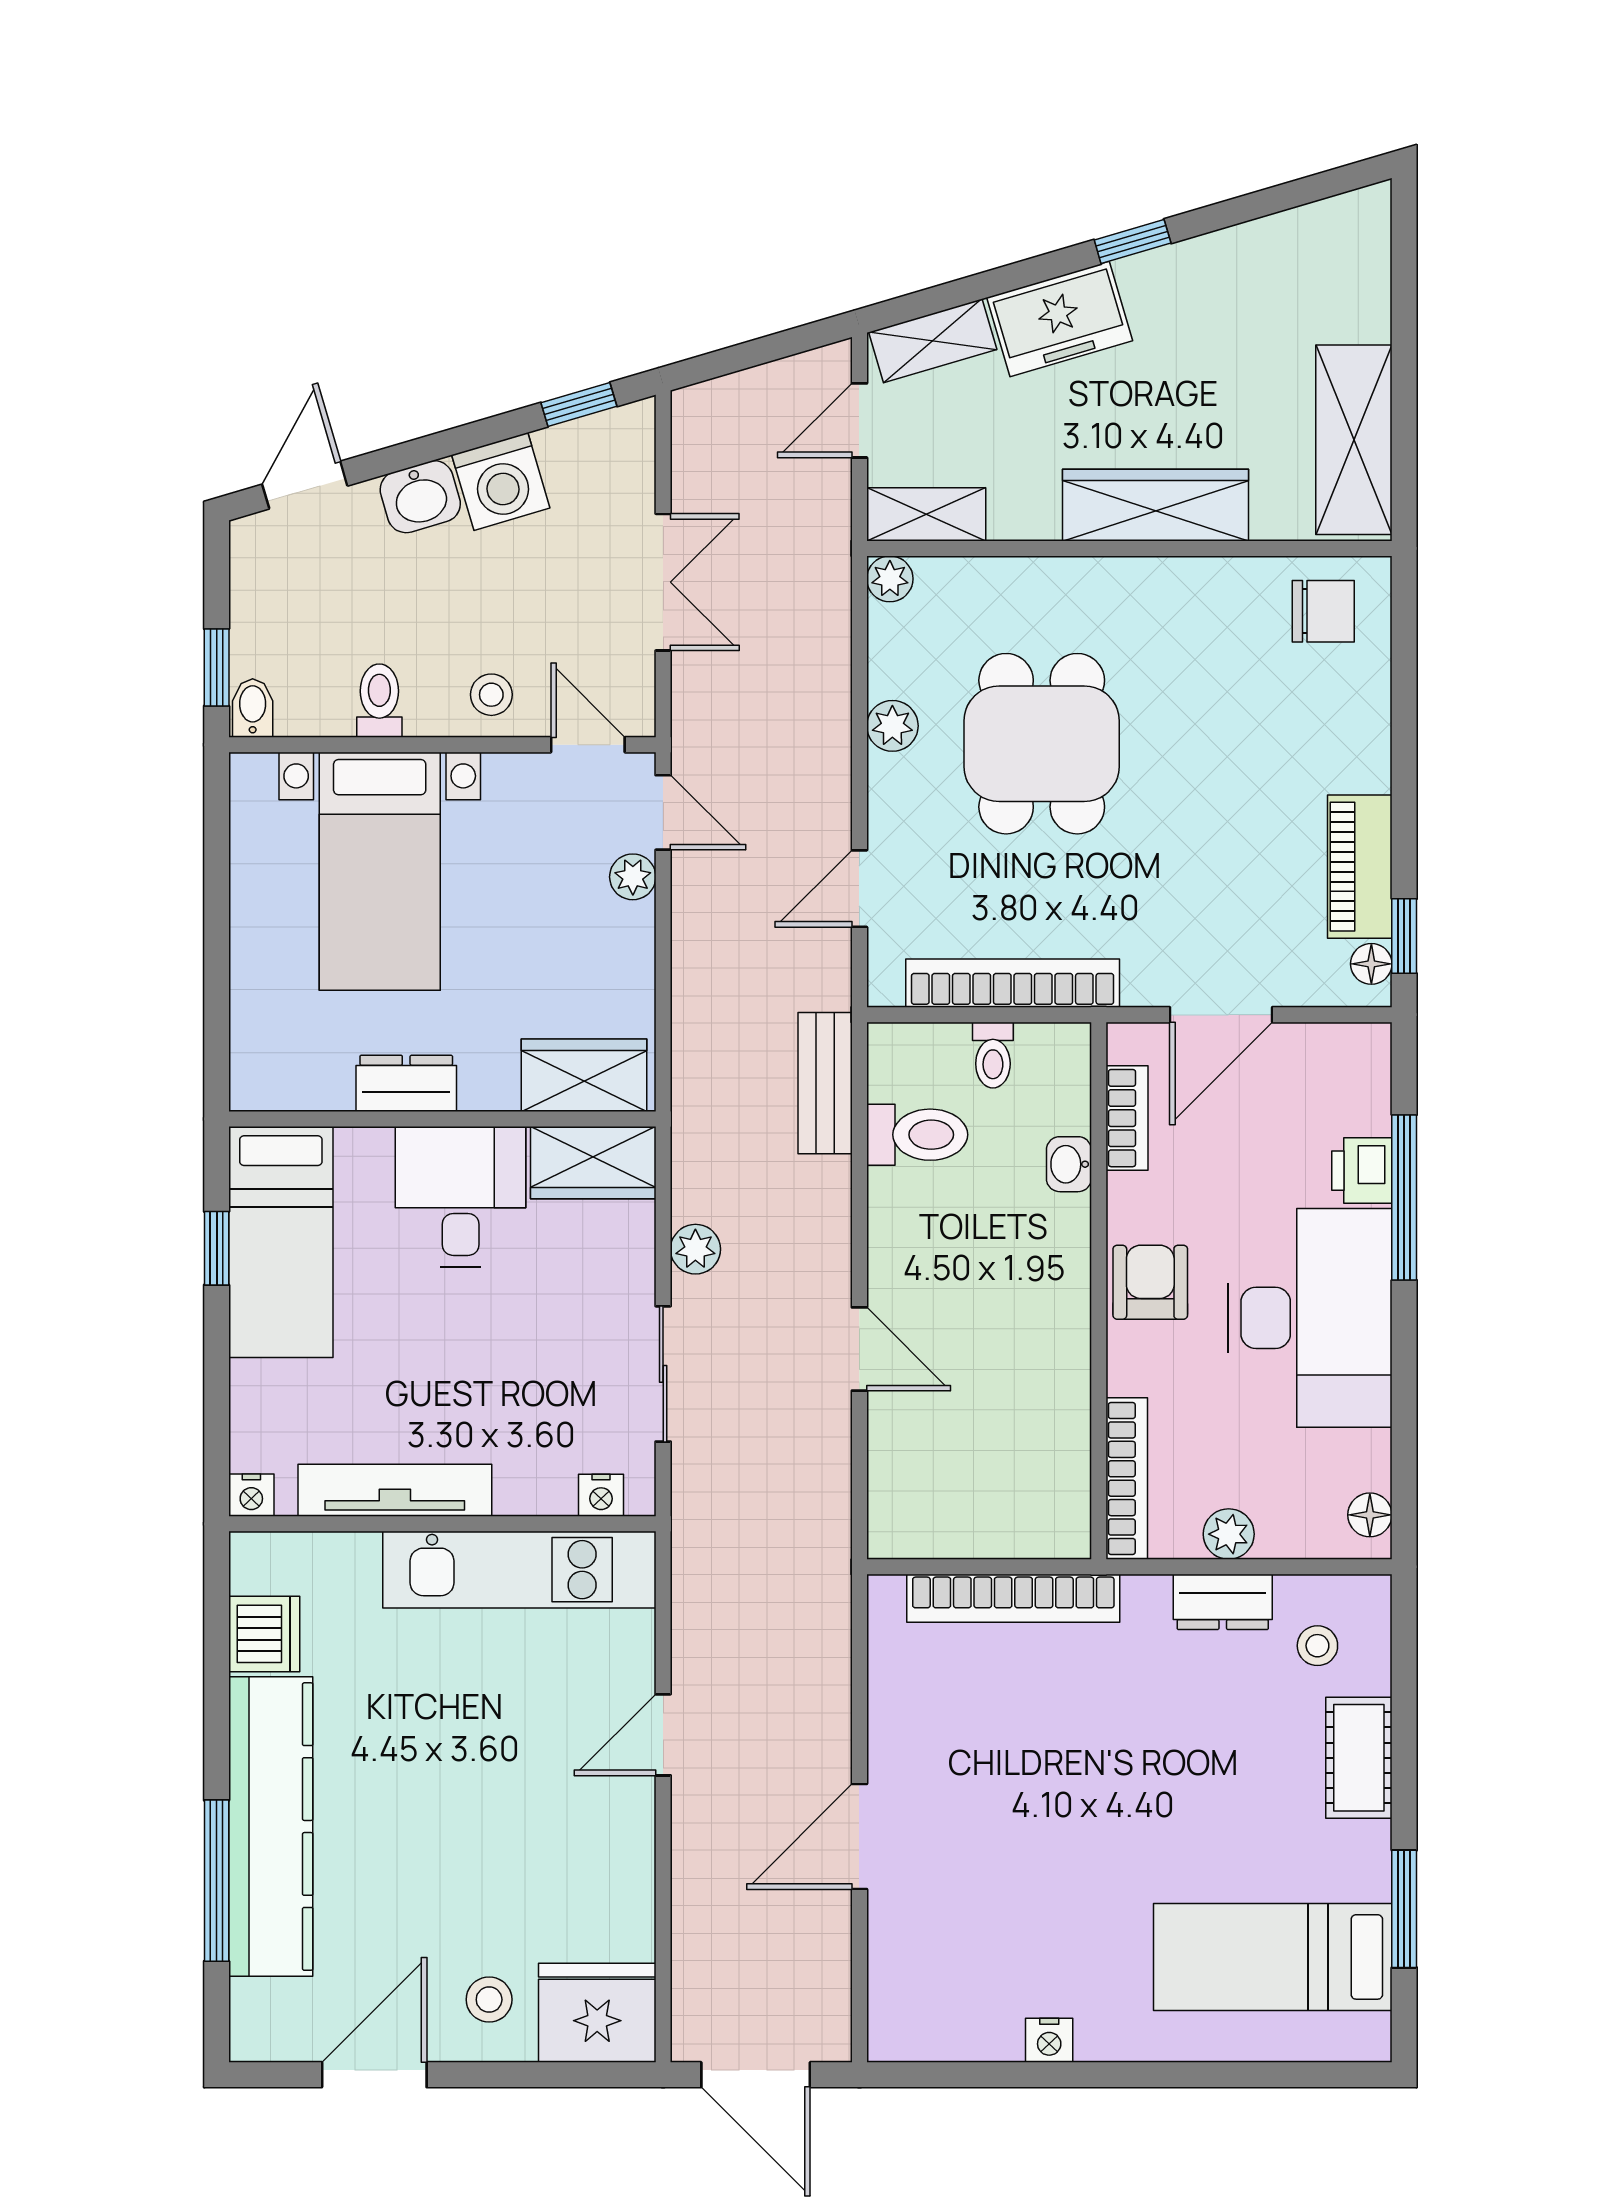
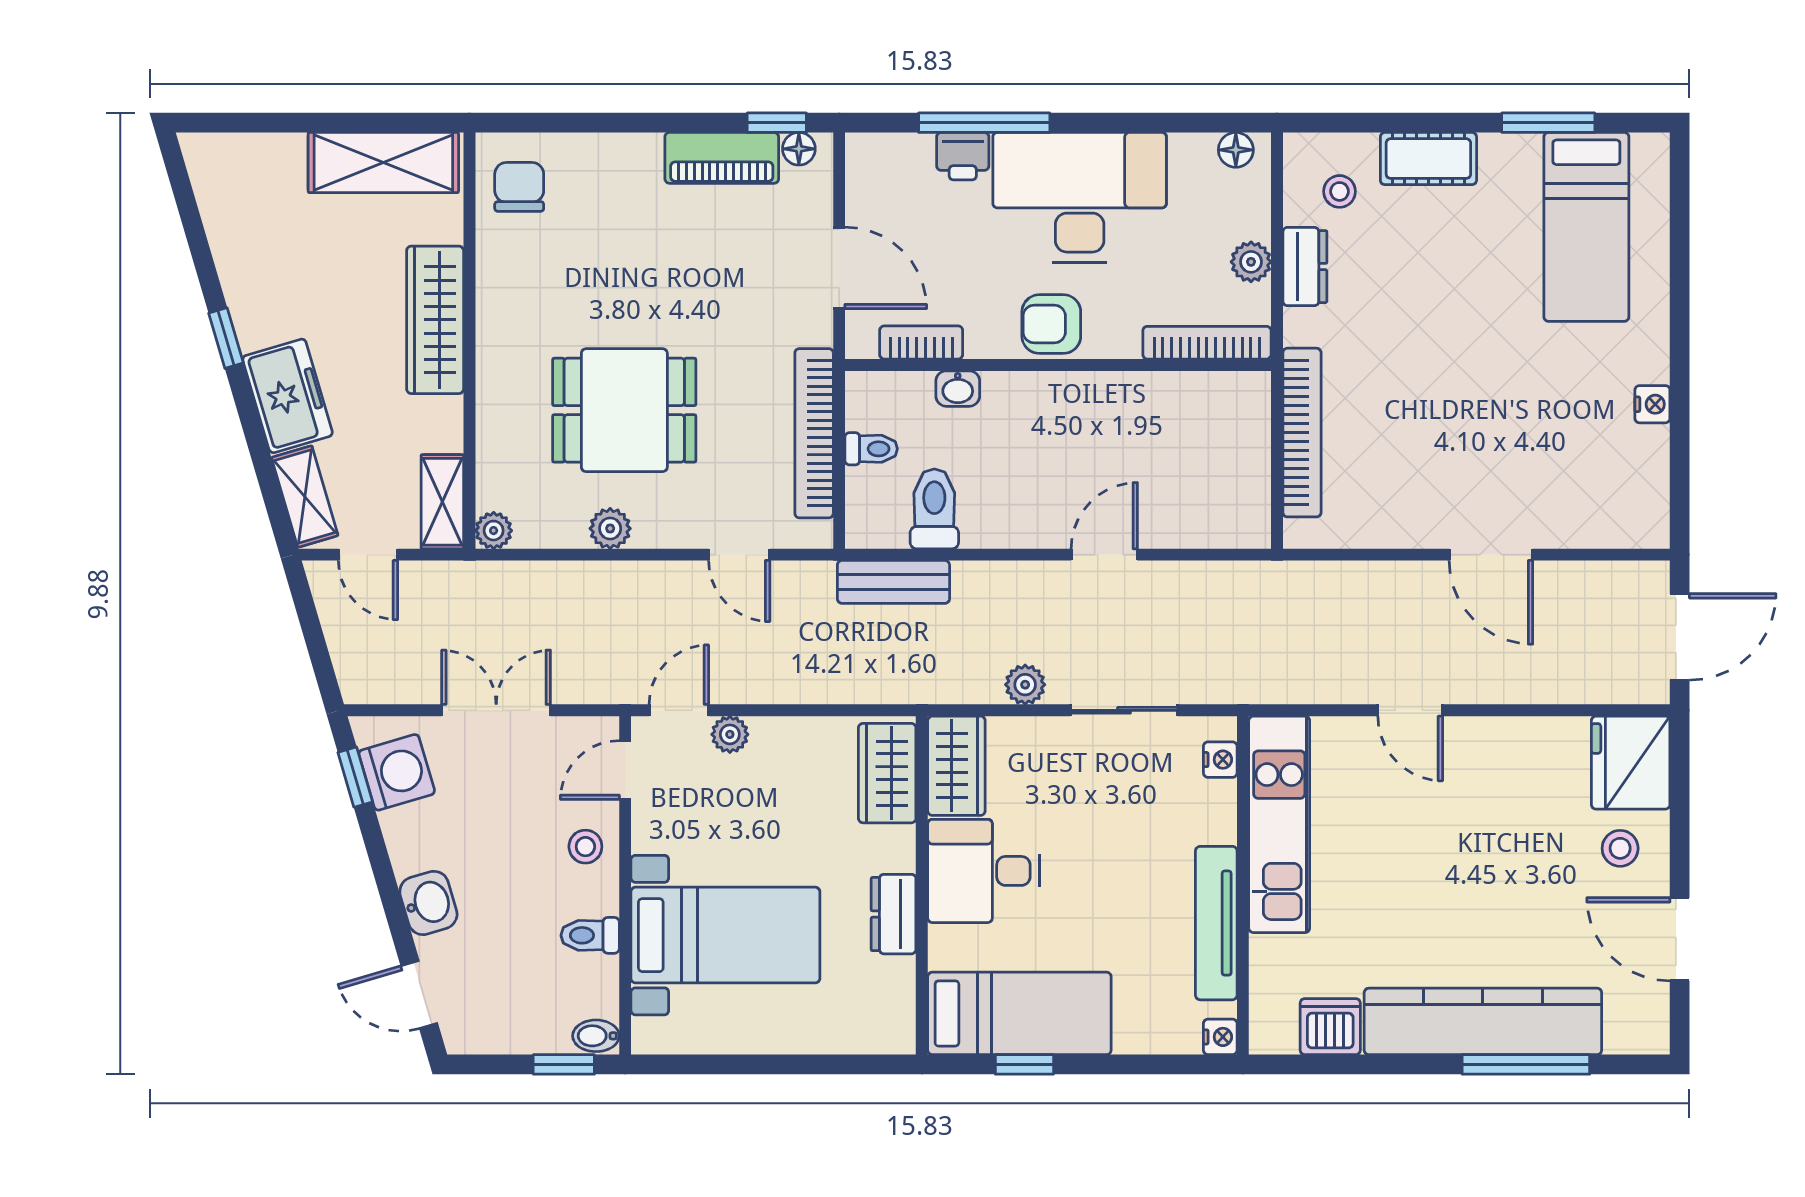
washing machine: (501, 481) -> (397, 772), moved

